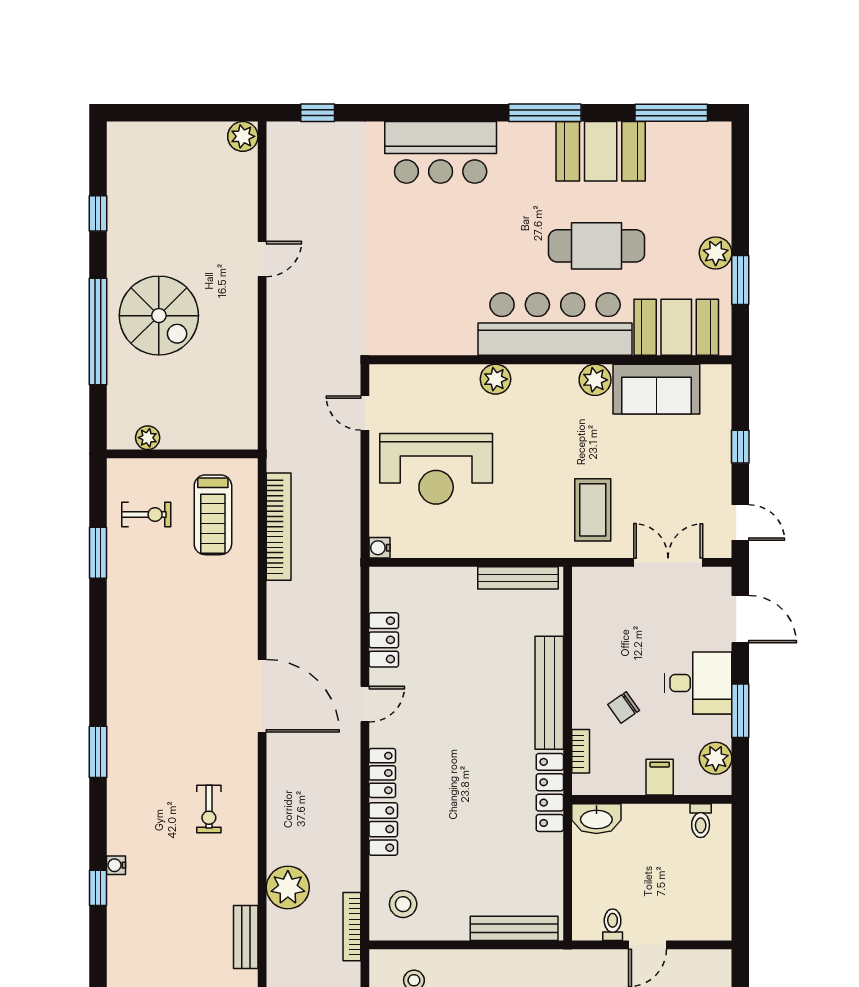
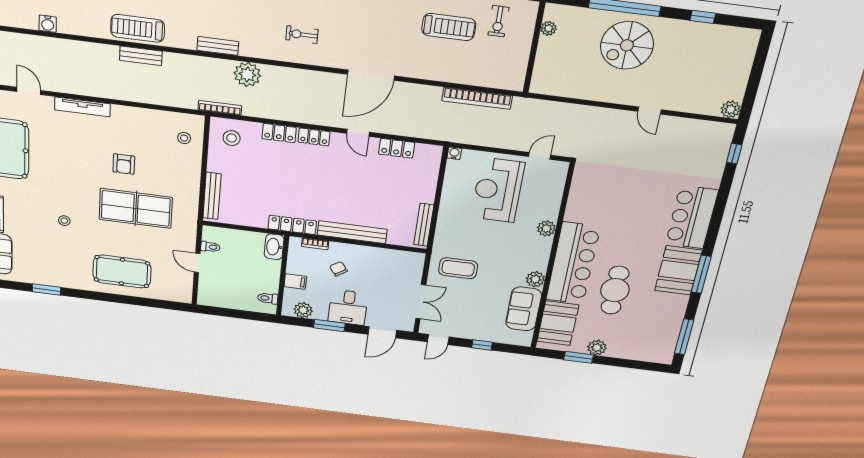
booth: (601, 151) -> (678, 270), moved
treadmill: (213, 515) -> (449, 27), moved, turned 180

